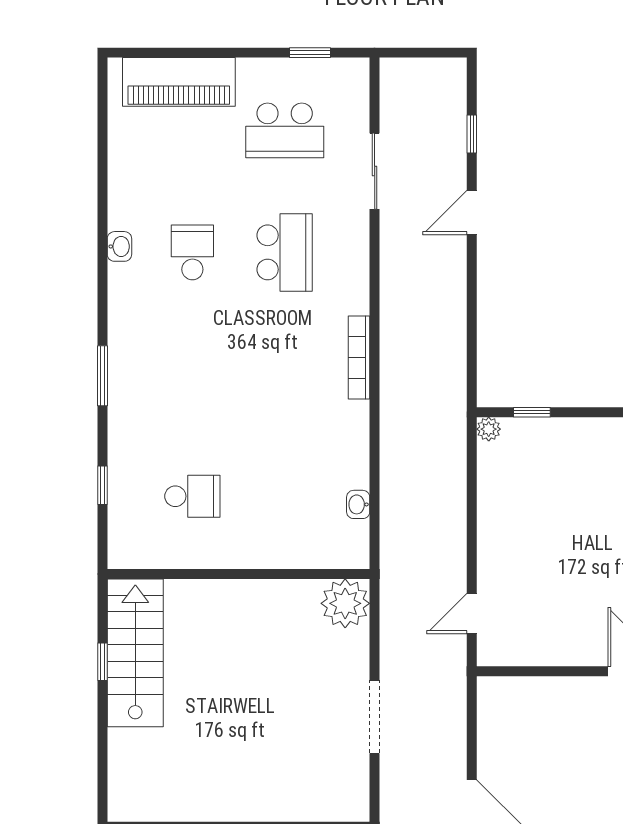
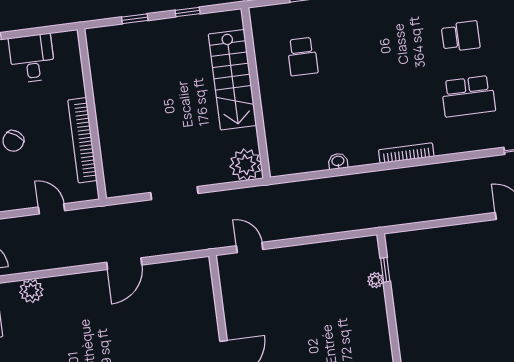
plant: (489, 429) -> (375, 280), moved
washbasin: (358, 504) -> (338, 161), moved
stairs: (135, 653) -> (232, 80), moved, turned 90
window: (102, 743) -> (135, 19), added

